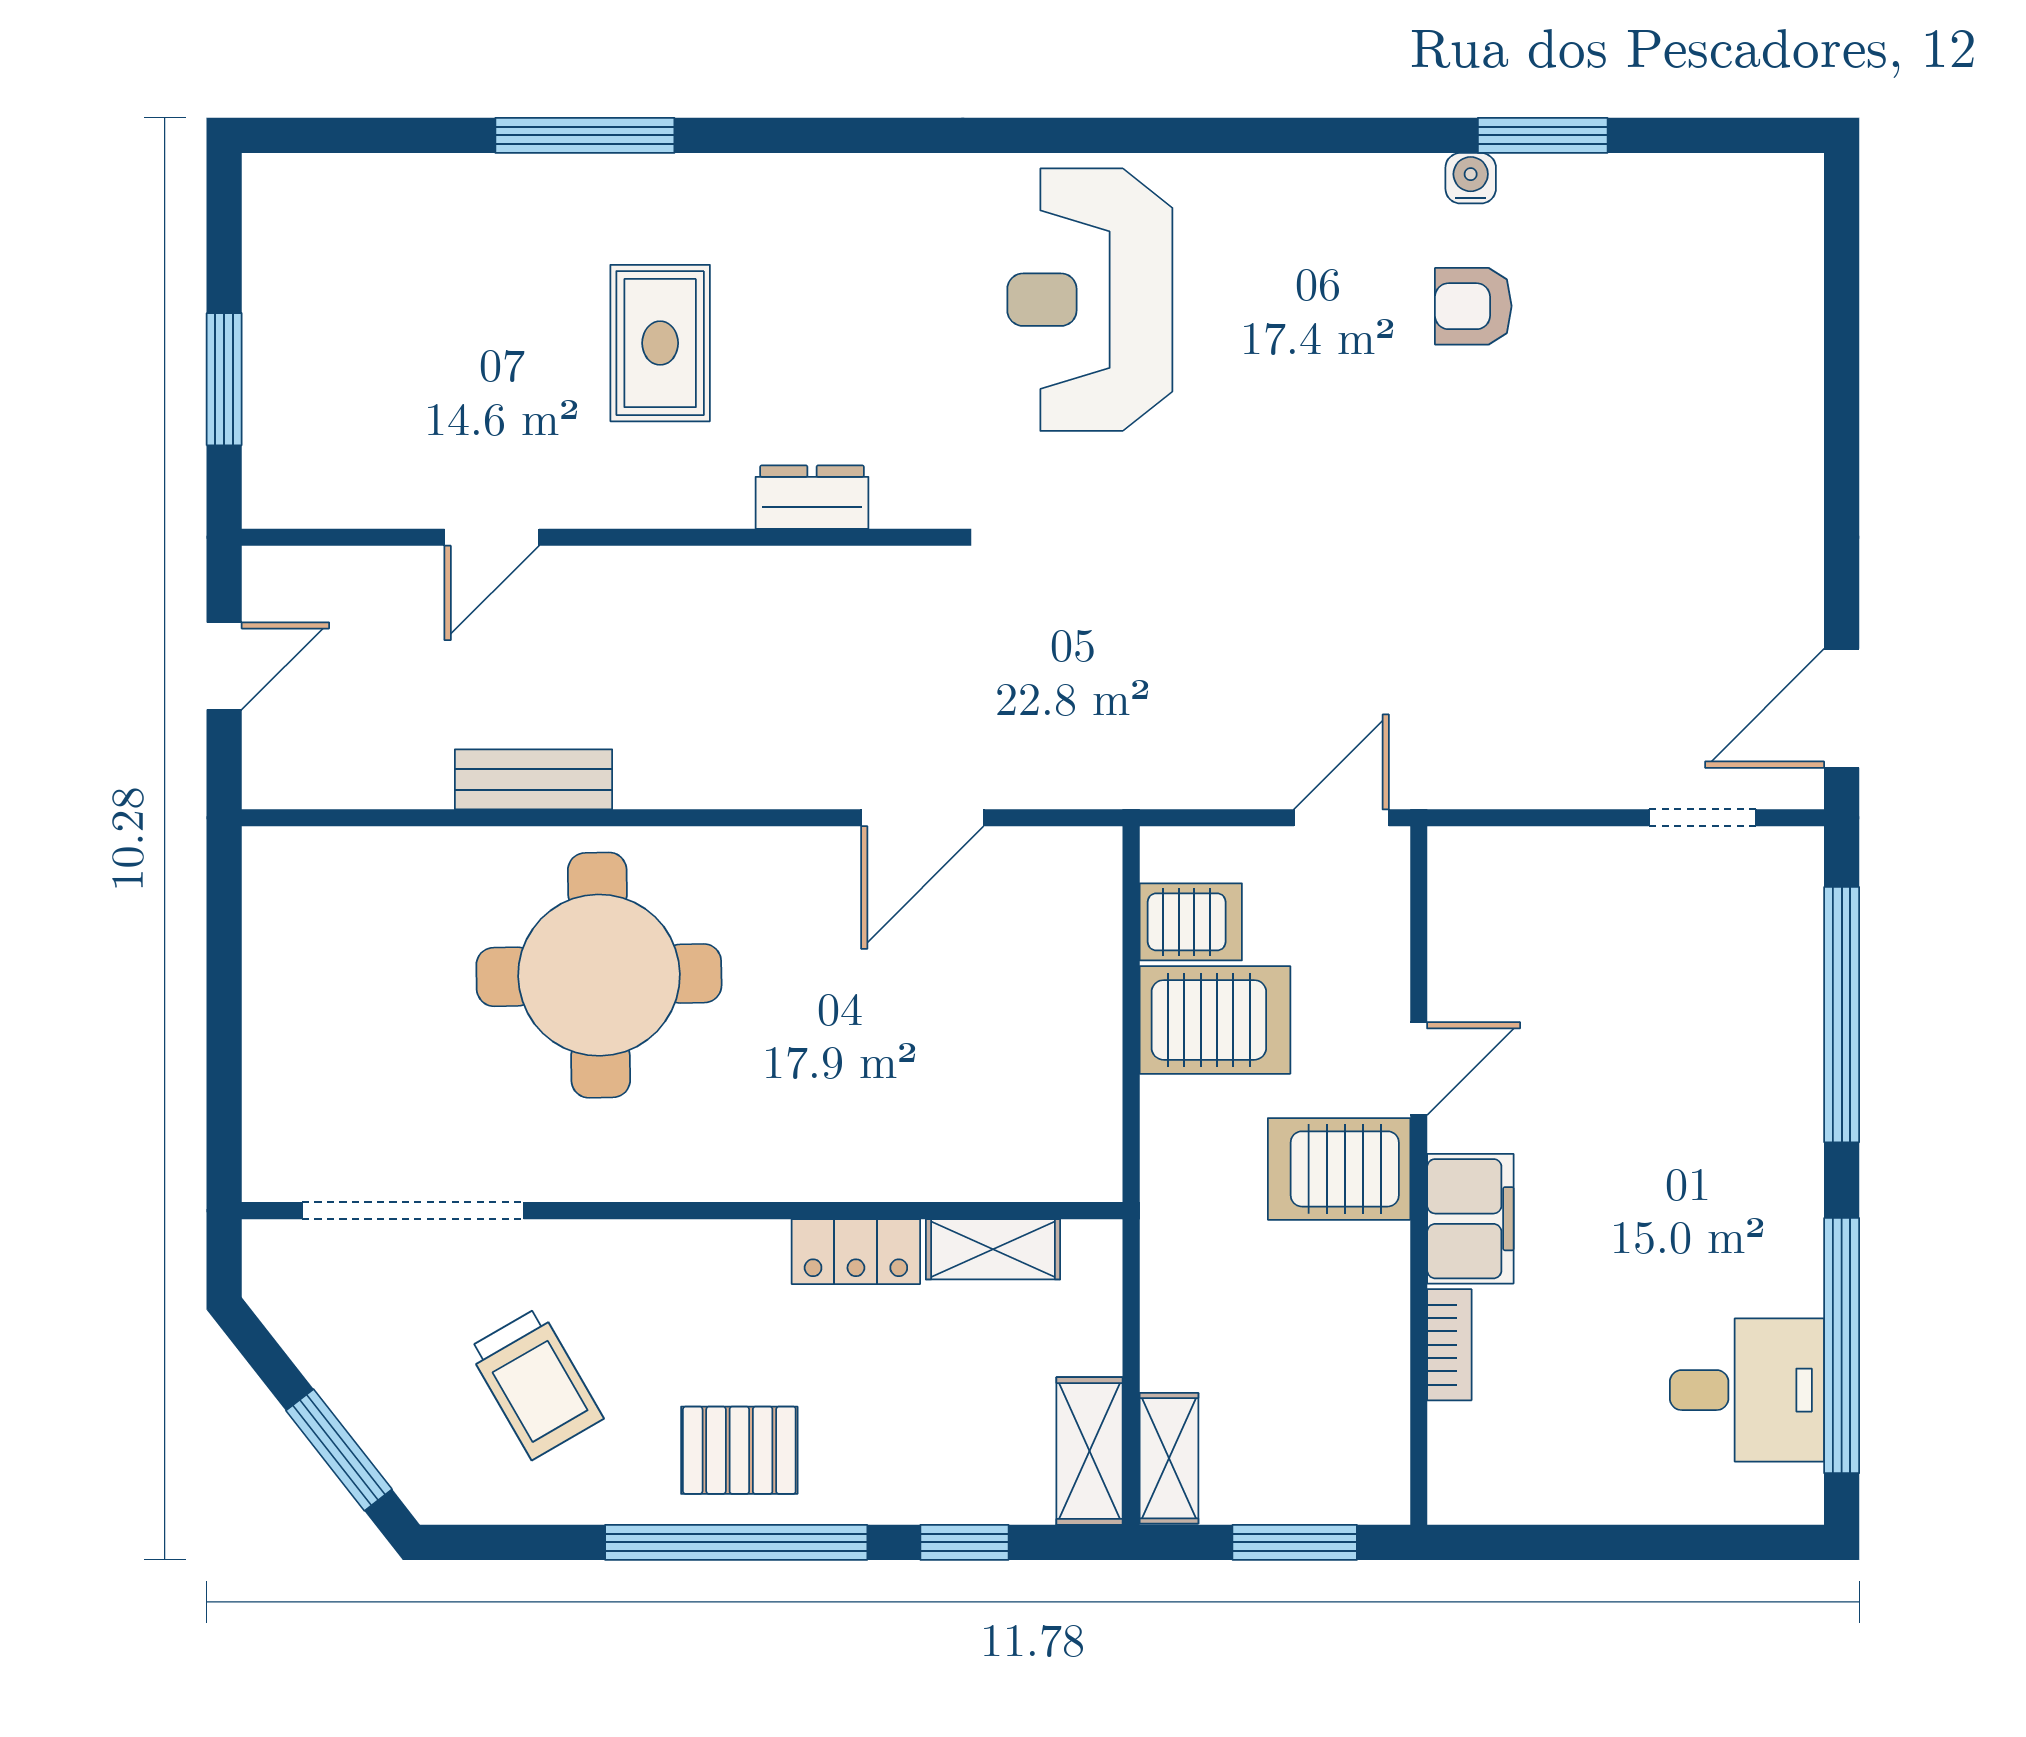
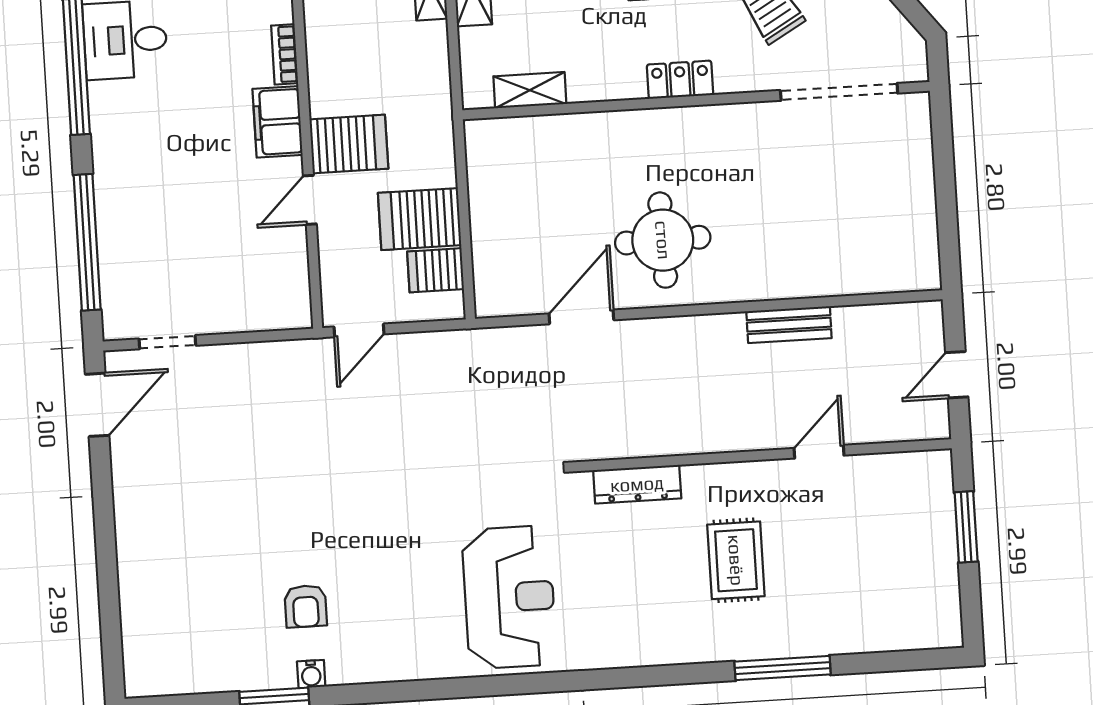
armchair: (1473, 306) -> (306, 606), turned 90
dresser: (812, 497) -> (637, 484), width x1.44
round table: (599, 975) -> (663, 240), moved, width x0.73, depth x0.73
locker: (856, 1252) -> (680, 80), moved

